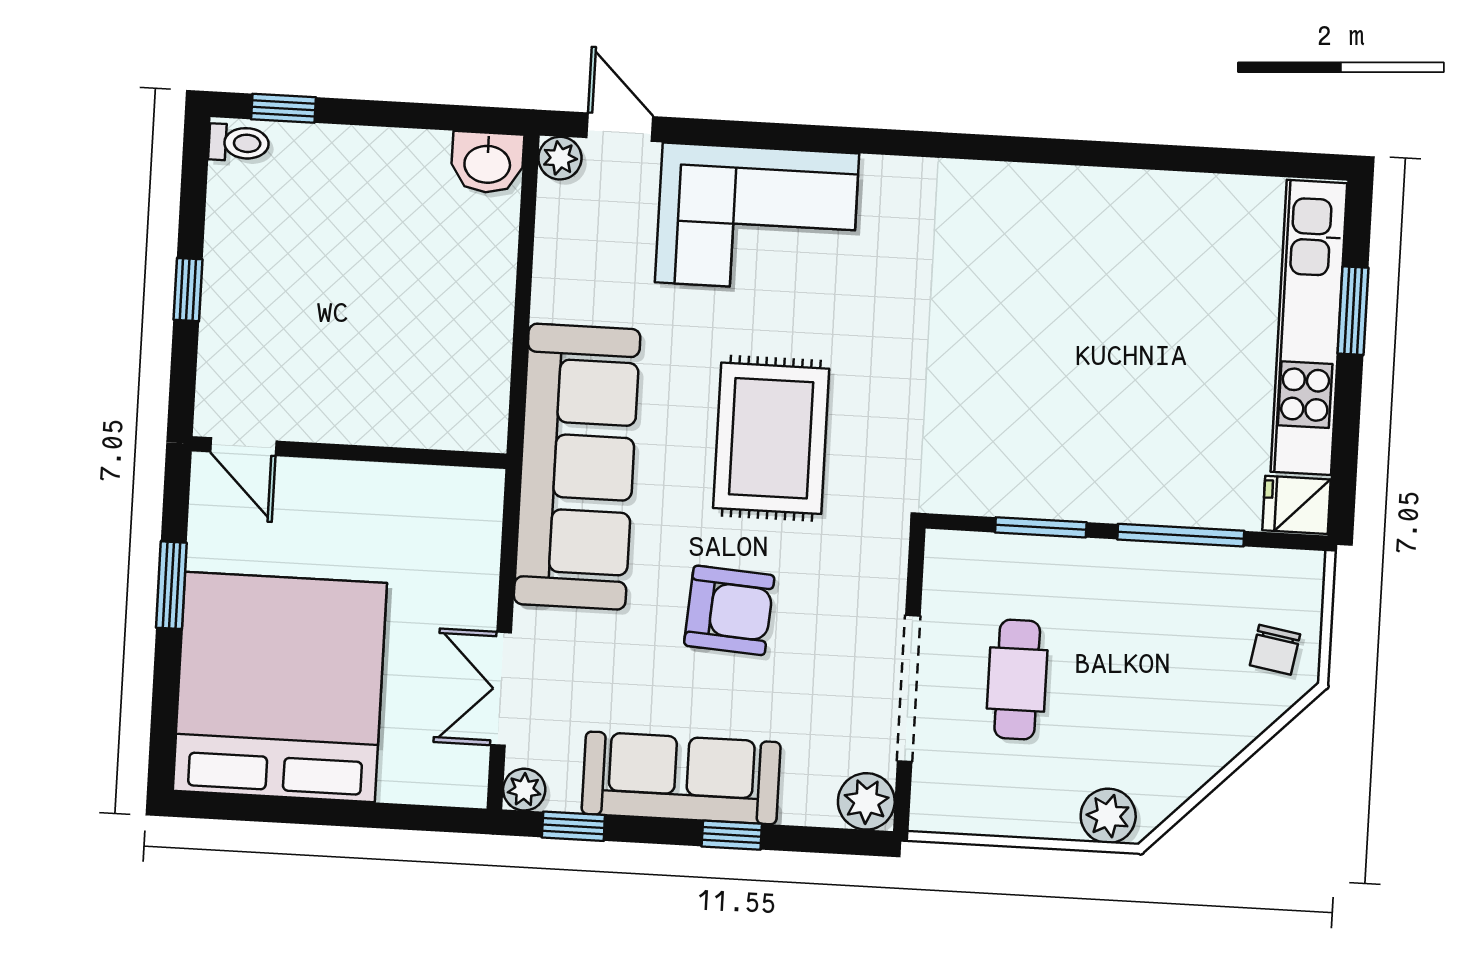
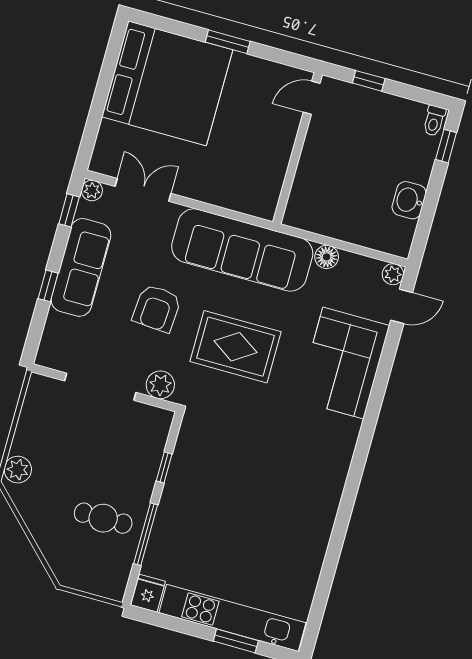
washbasin: (487, 163) -> (409, 200), moved
floor lamp: (554, 297) -> (327, 257), added
door: (243, 447) -> (312, 98), moved
wall: (349, 453) -> (298, 148), moved
window: (1041, 527) -> (164, 467), width x0.67
chair: (1275, 650) -> (80, 568), removed
cafe table: (1017, 679) -> (103, 518), moved
plant: (866, 801) -> (160, 385), moved

